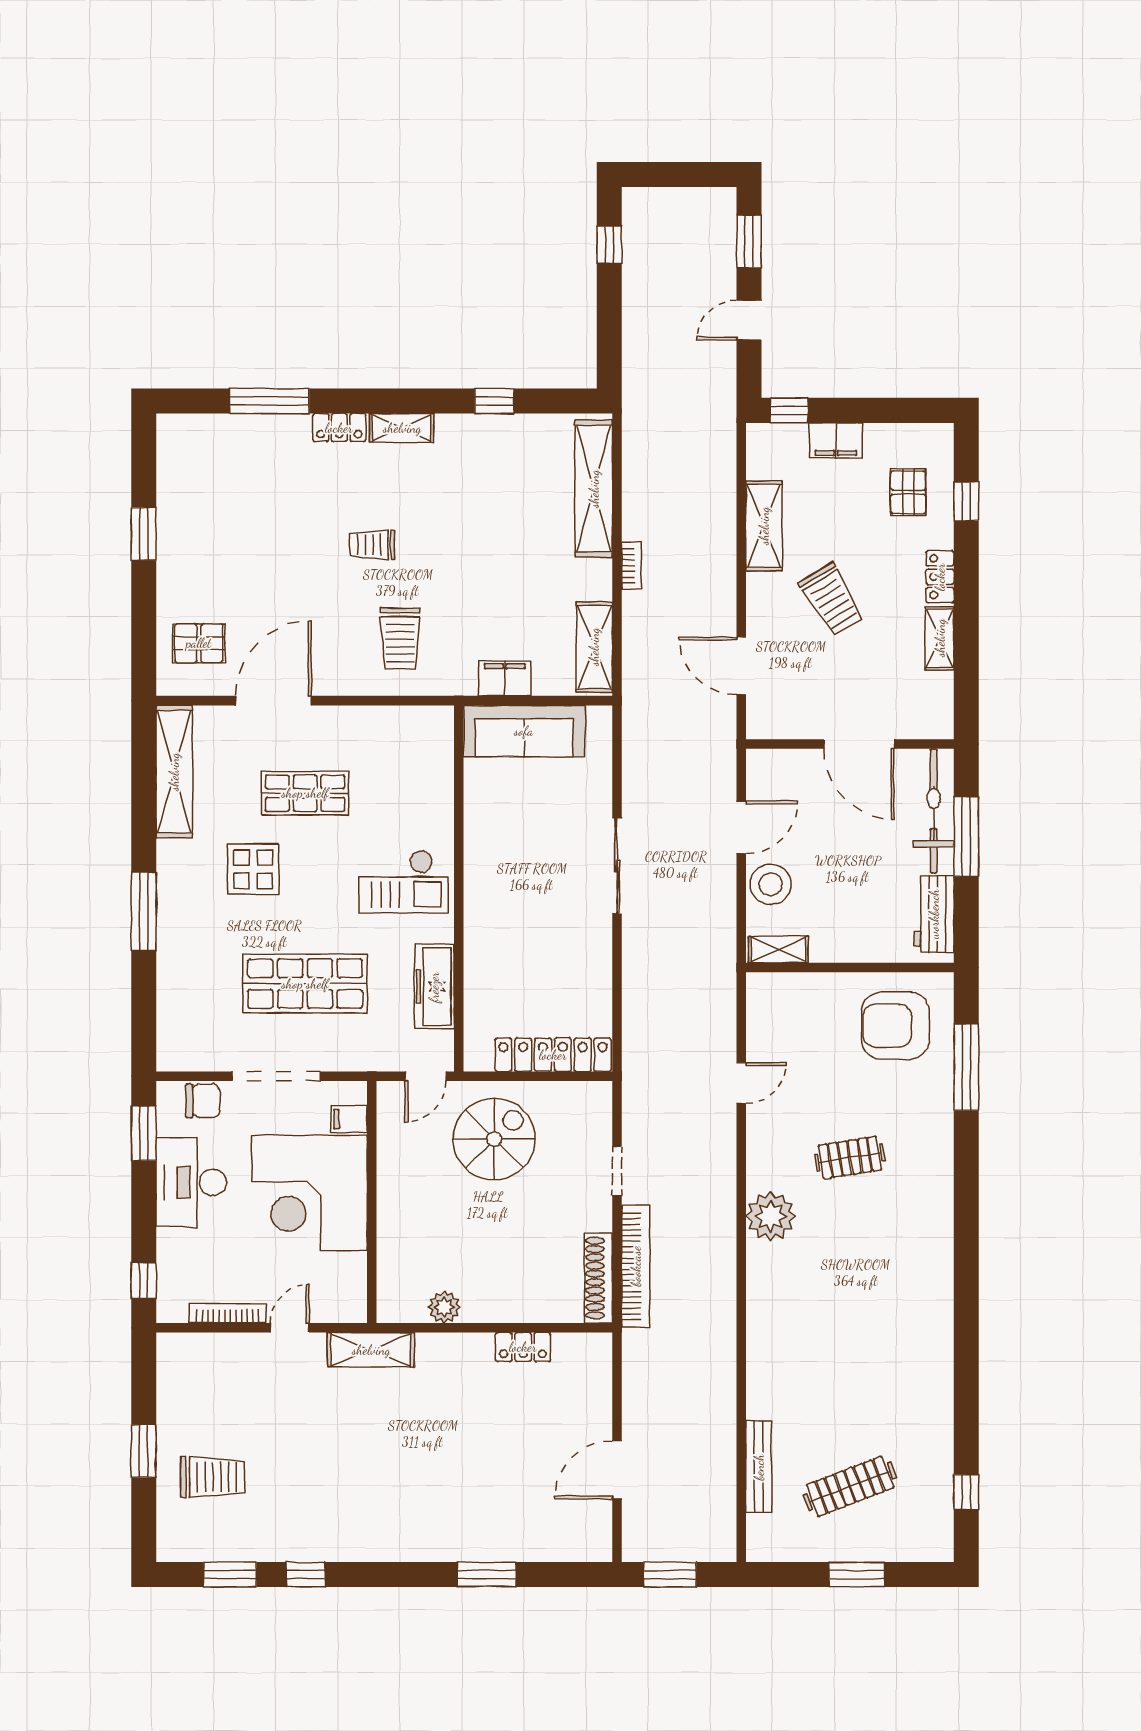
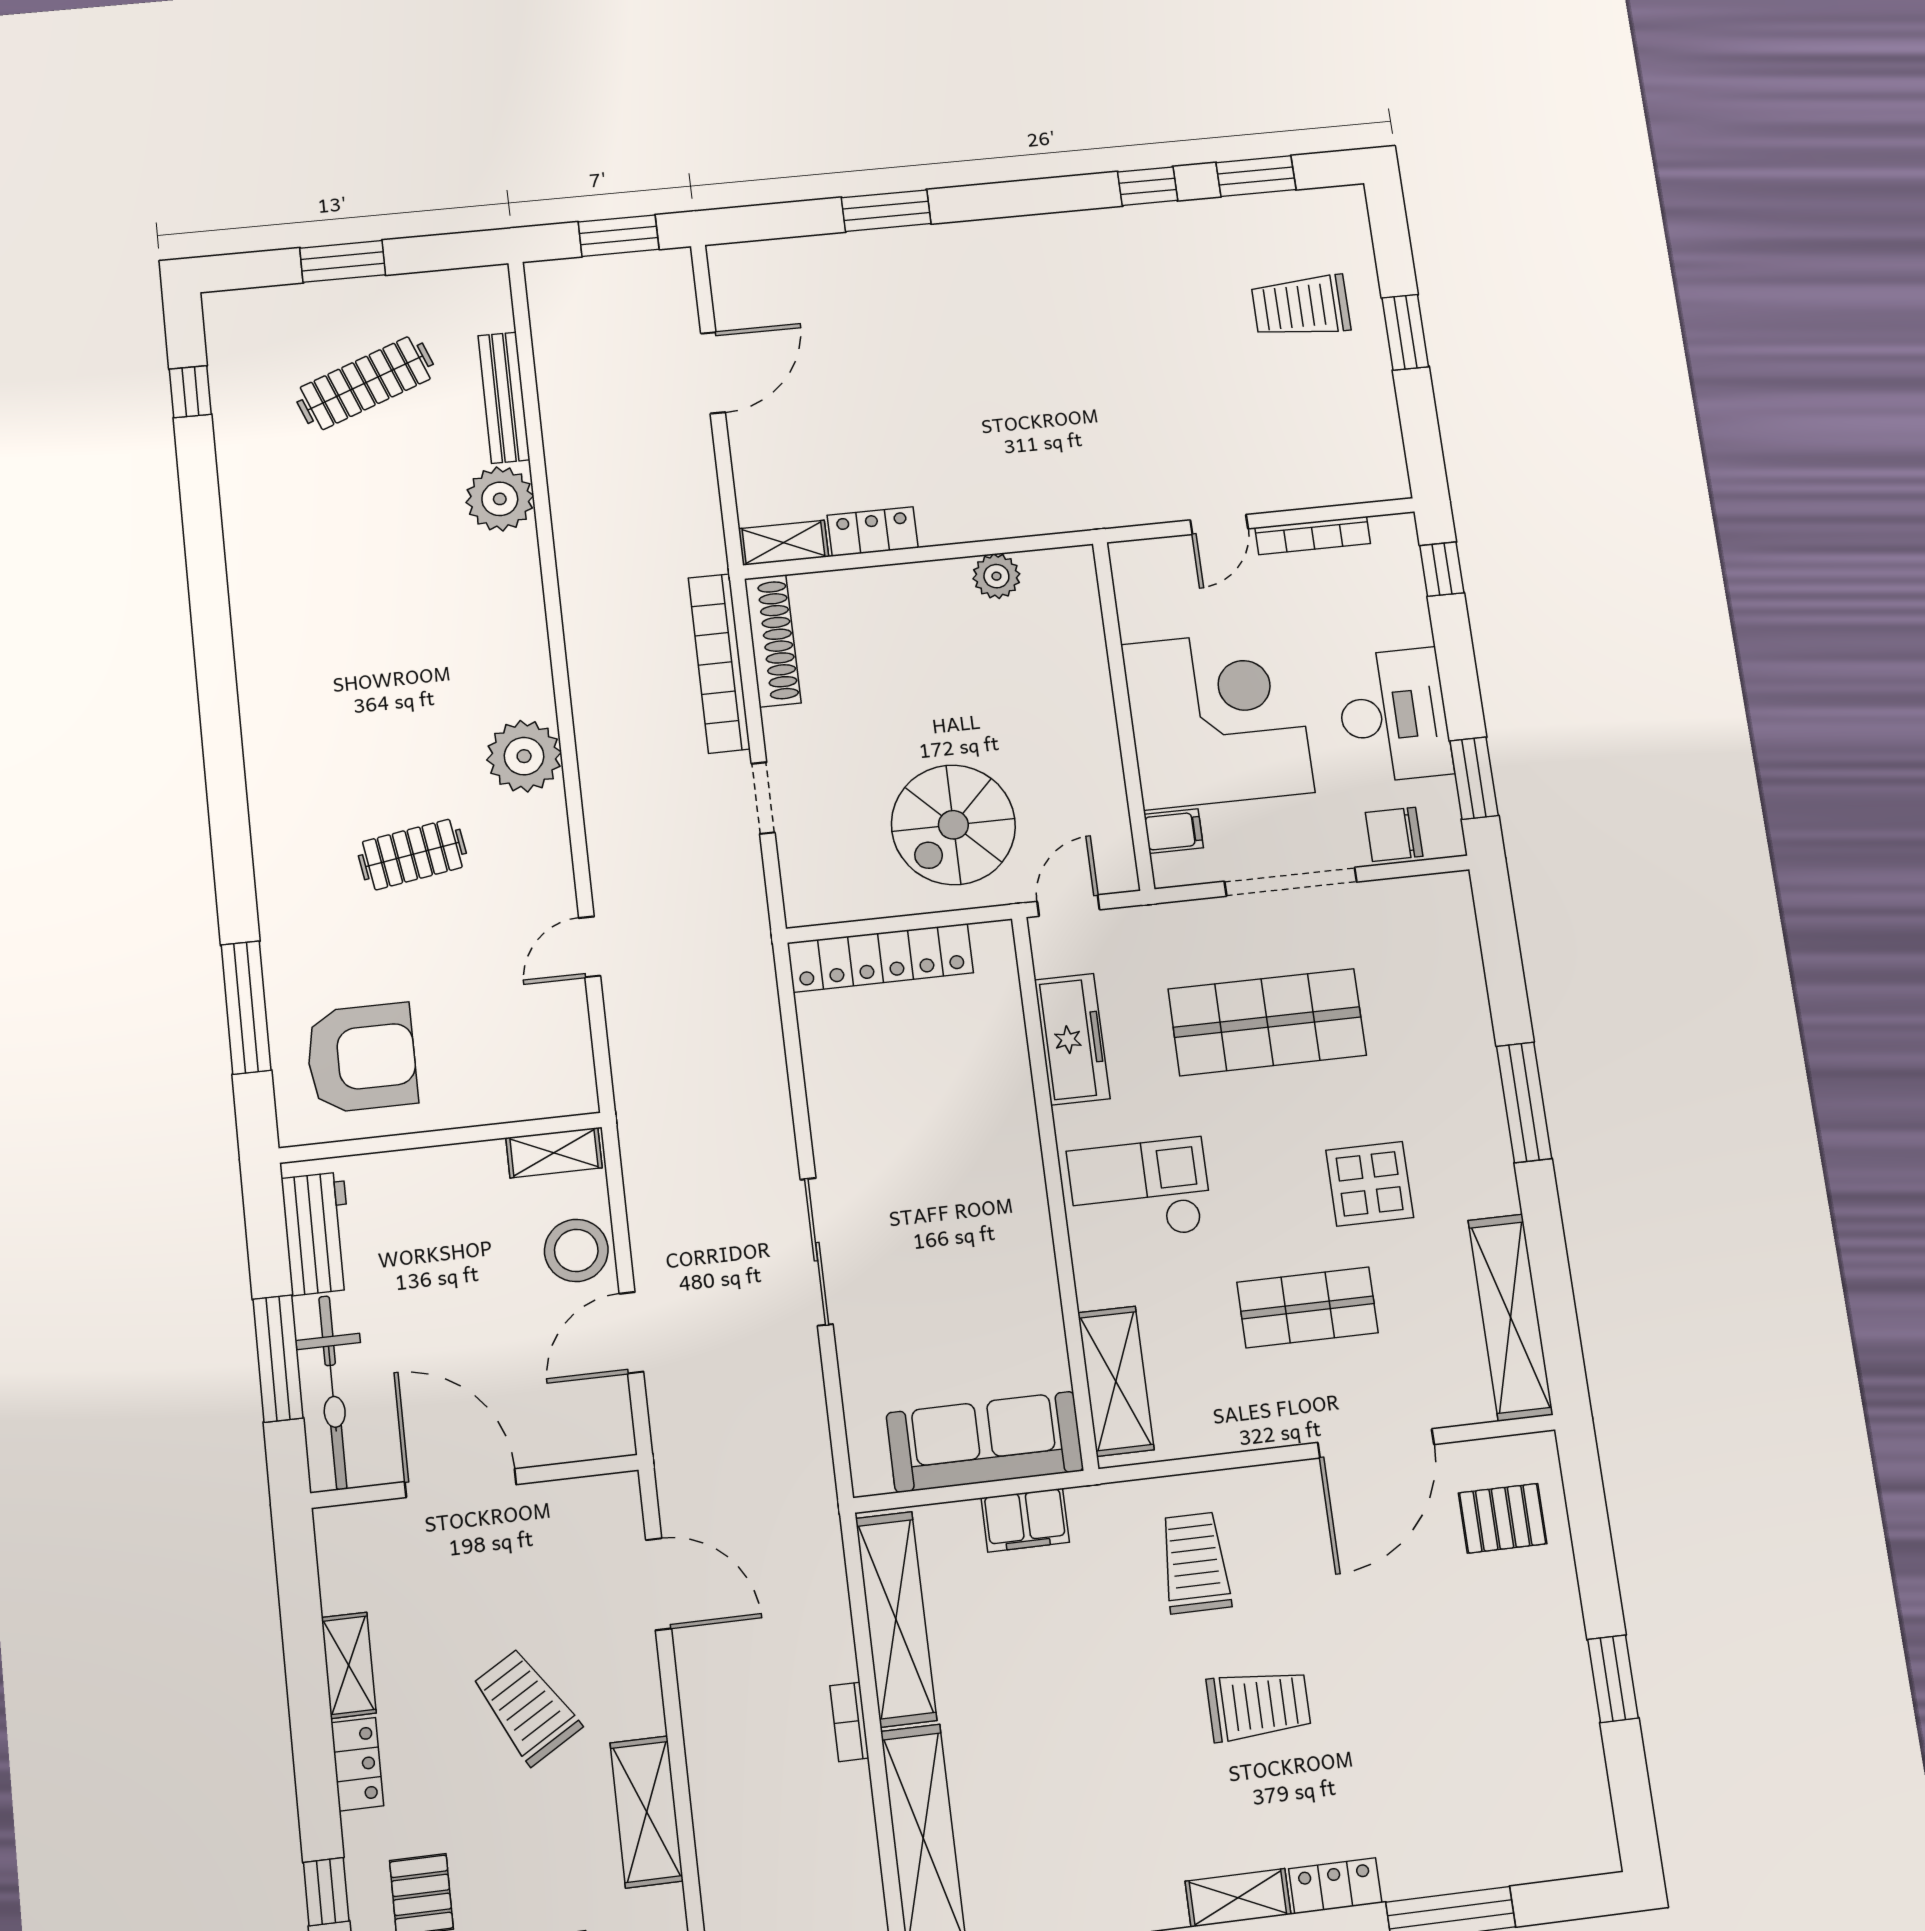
trolley: (372, 545) -> (1259, 1705), width x1.36, depth x1.39
shelving: (594, 647) -> (896, 1619), width x1.47
shelving: (435, 760) -> (1116, 1381), added
shelving: (371, 1350) -> (784, 543), moved, width x0.67, depth x0.75
plant: (769, 1396) -> (500, 499), added

